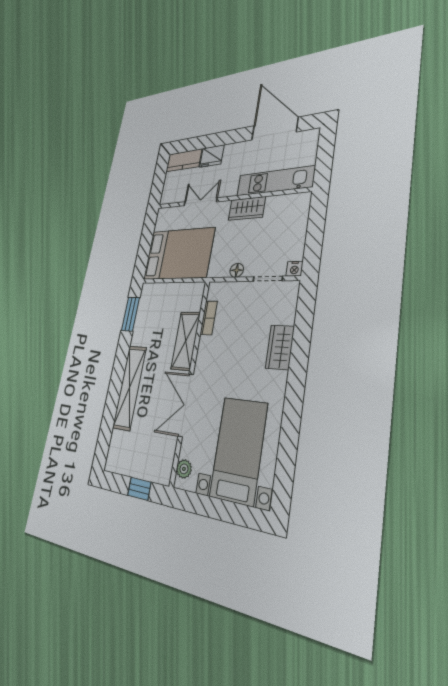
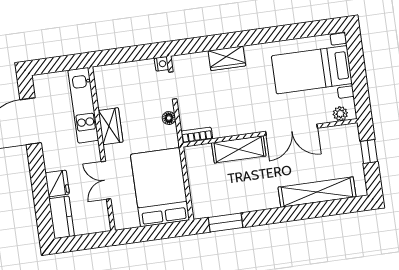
bookcase: (209, 318) -> (197, 135), moved
shelving: (130, 387) -> (317, 192), moved

